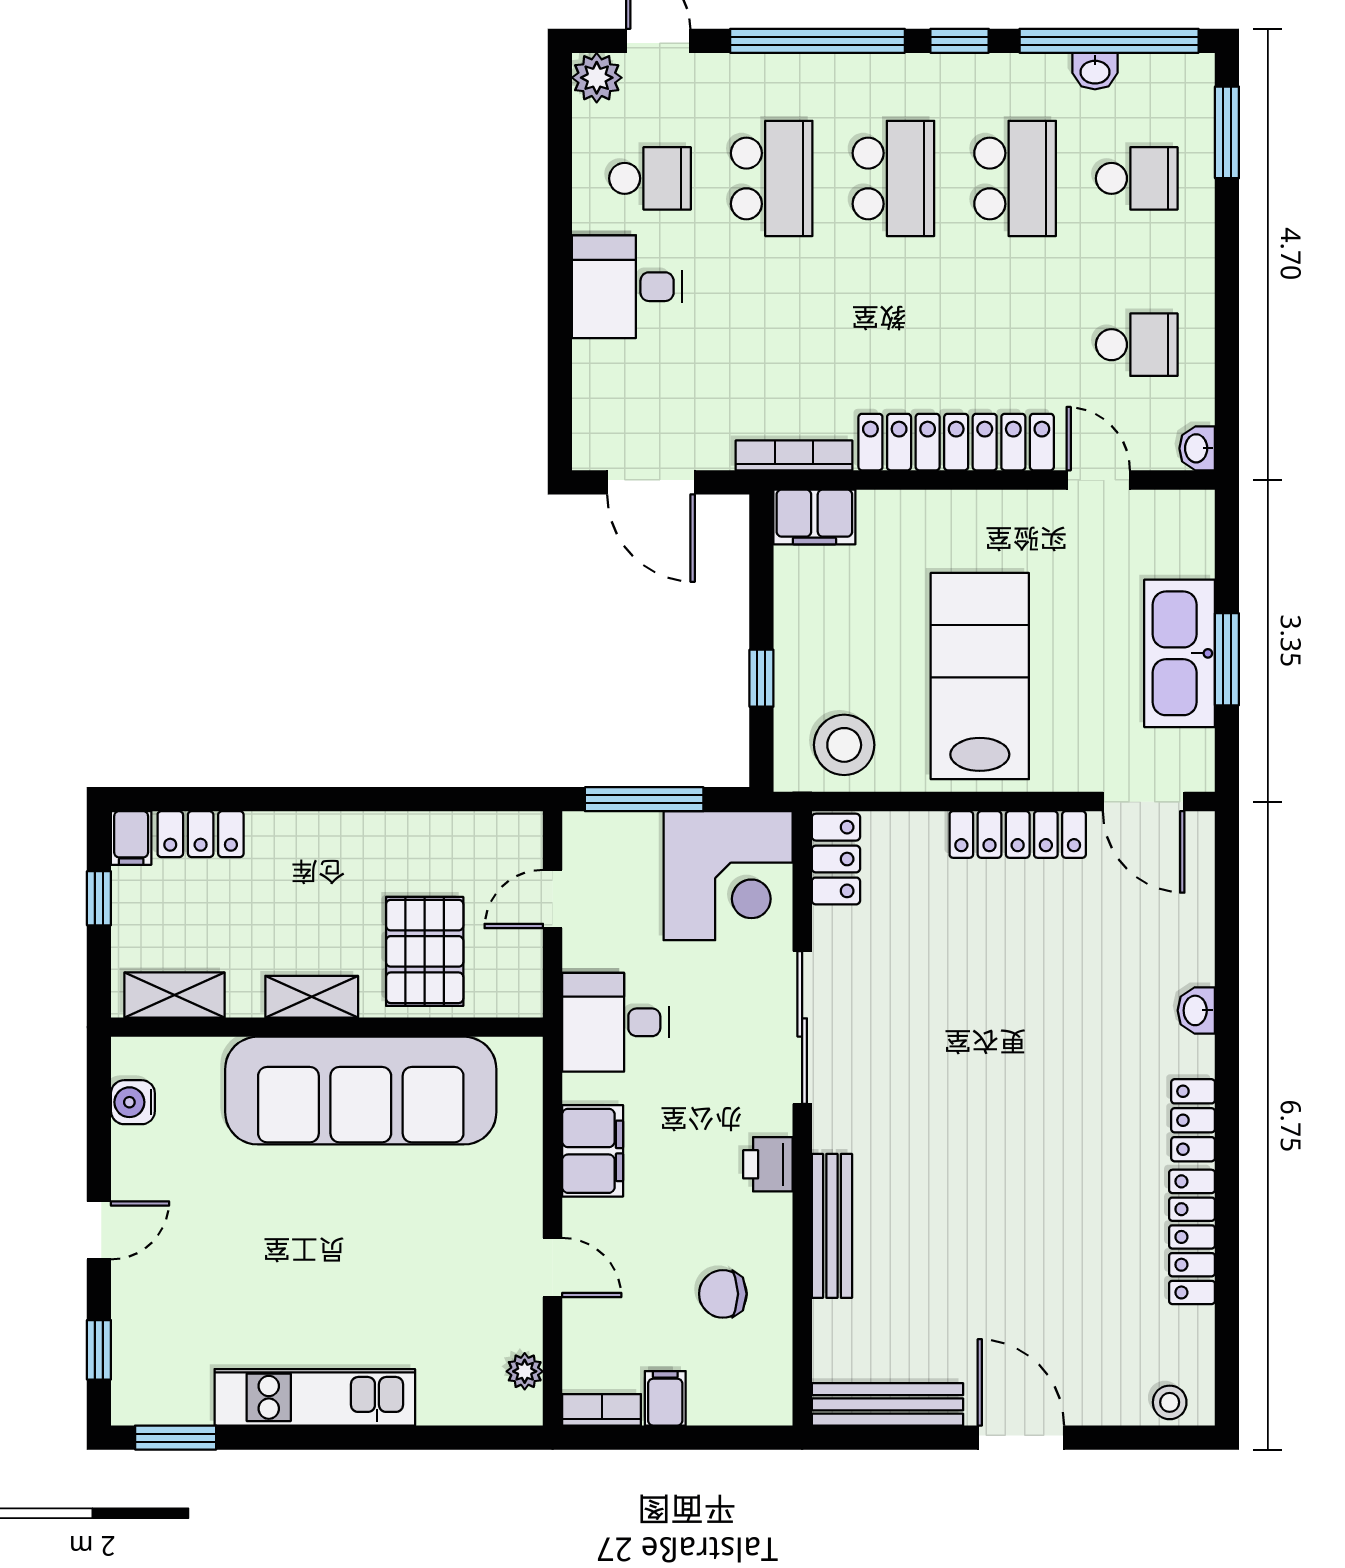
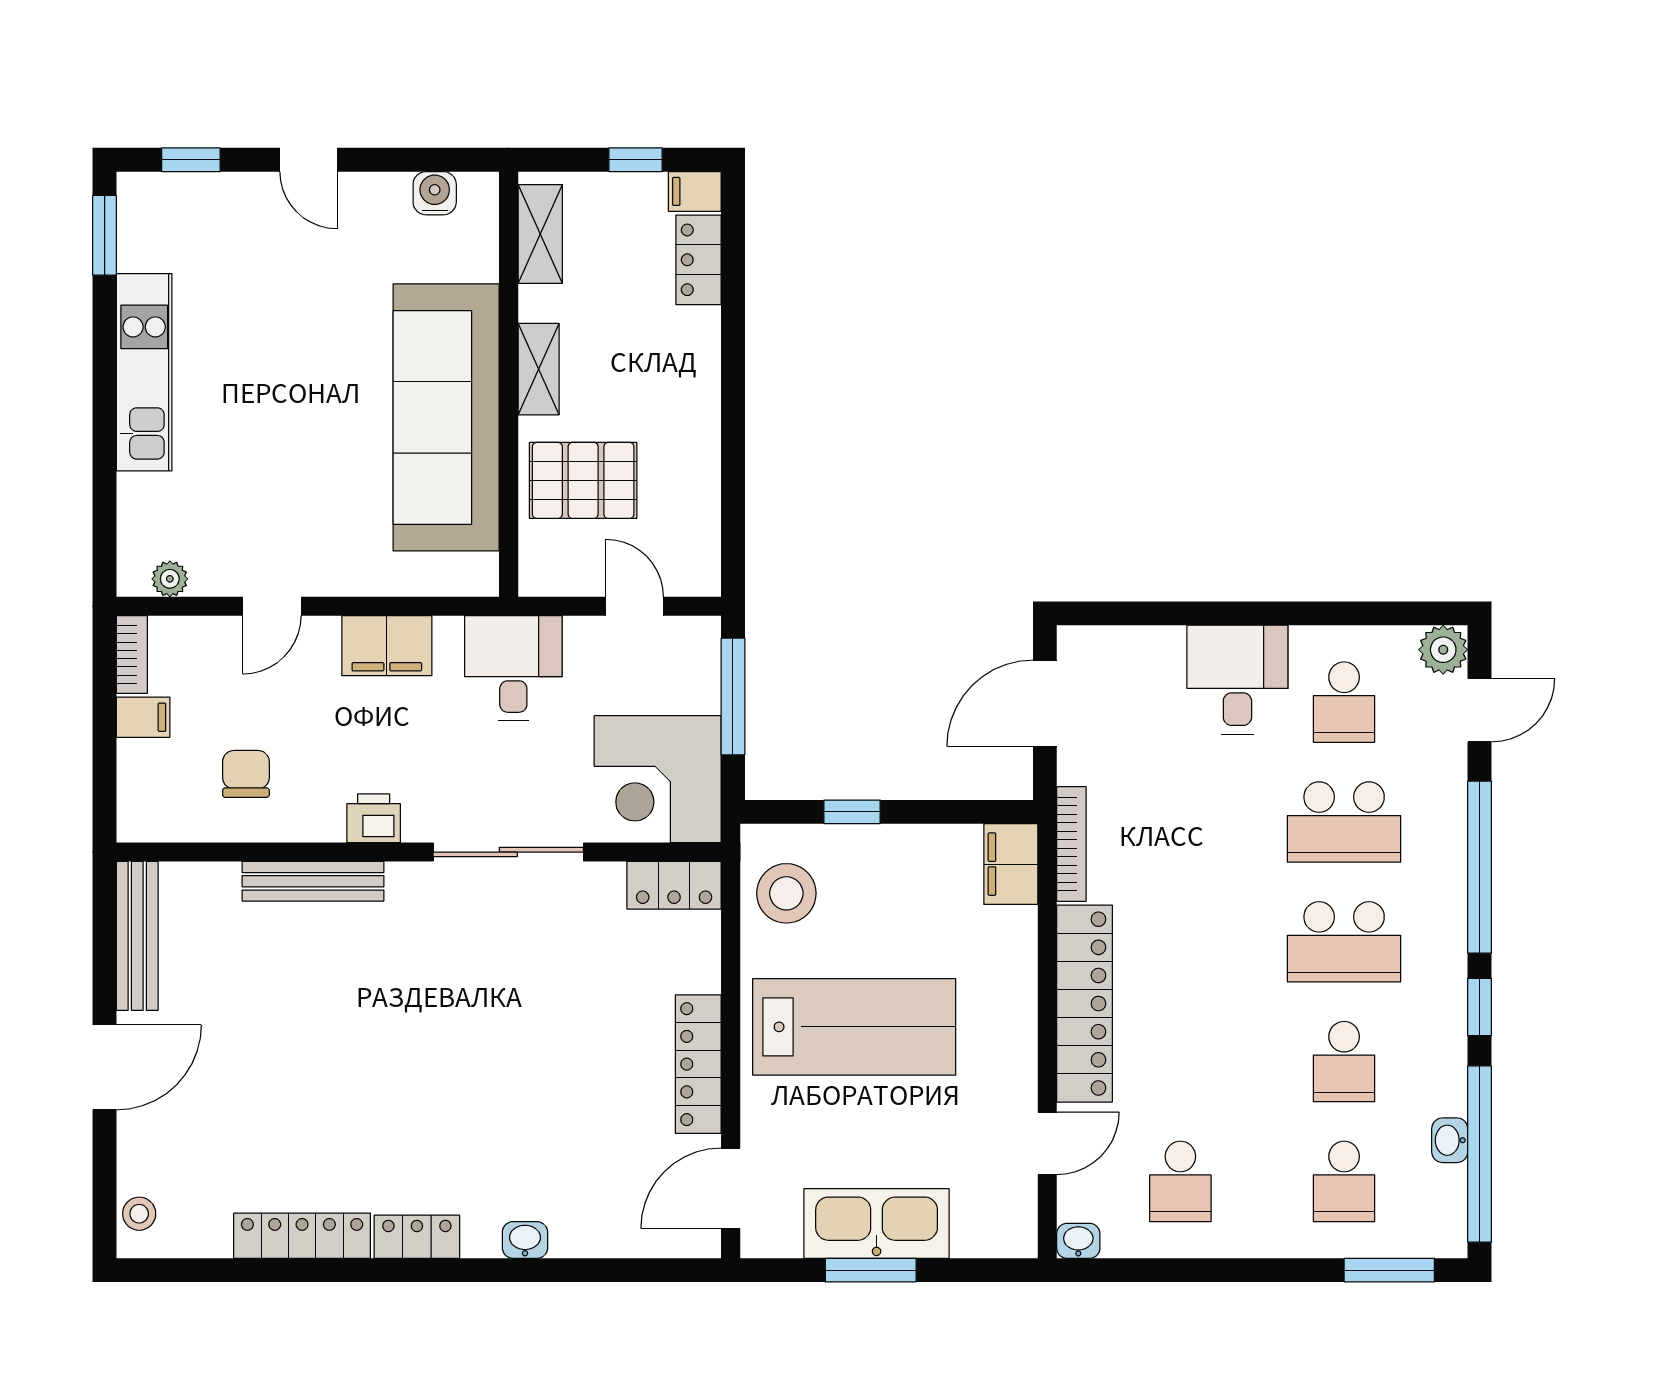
school desk: (1015, 178) -> (1344, 1062), width x0.54

